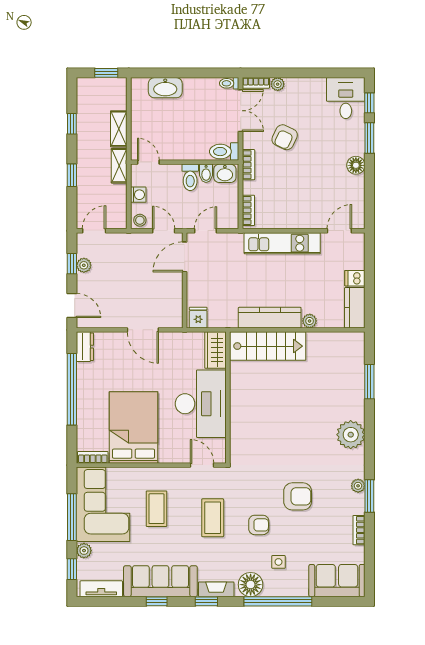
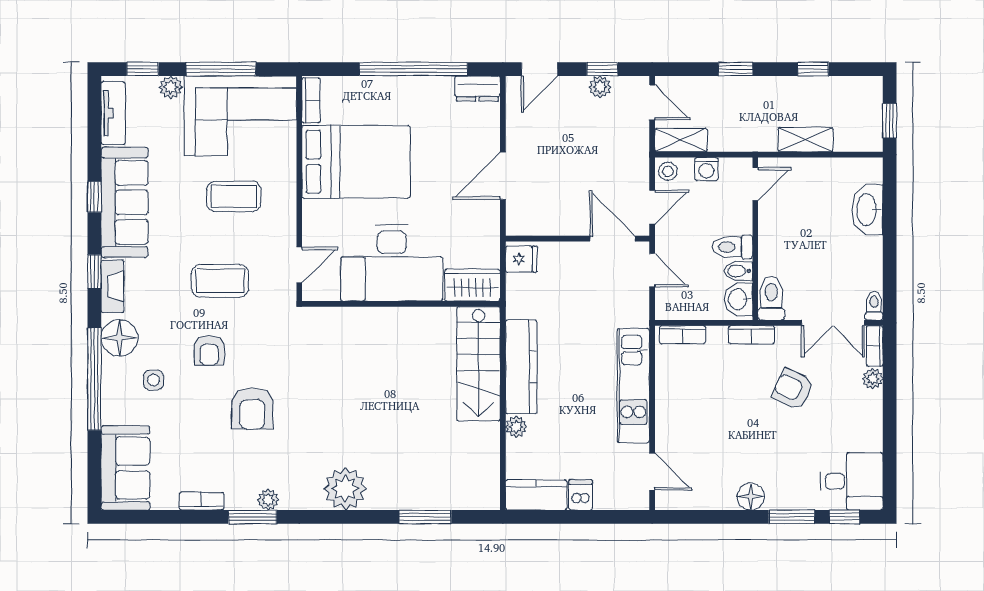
shelving: (119, 166) -> (681, 140), moved

